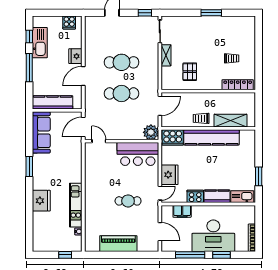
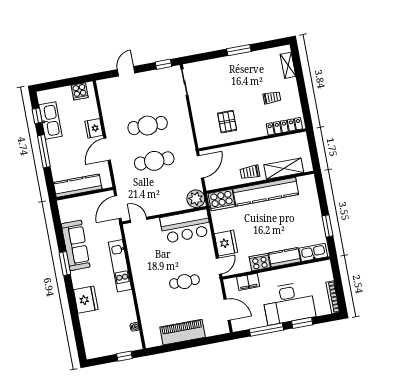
shelving: (166, 55) -> (288, 65), moved
sofa: (41, 132) -> (76, 245), moved
kitchen unit: (76, 205) -> (120, 266), moved

